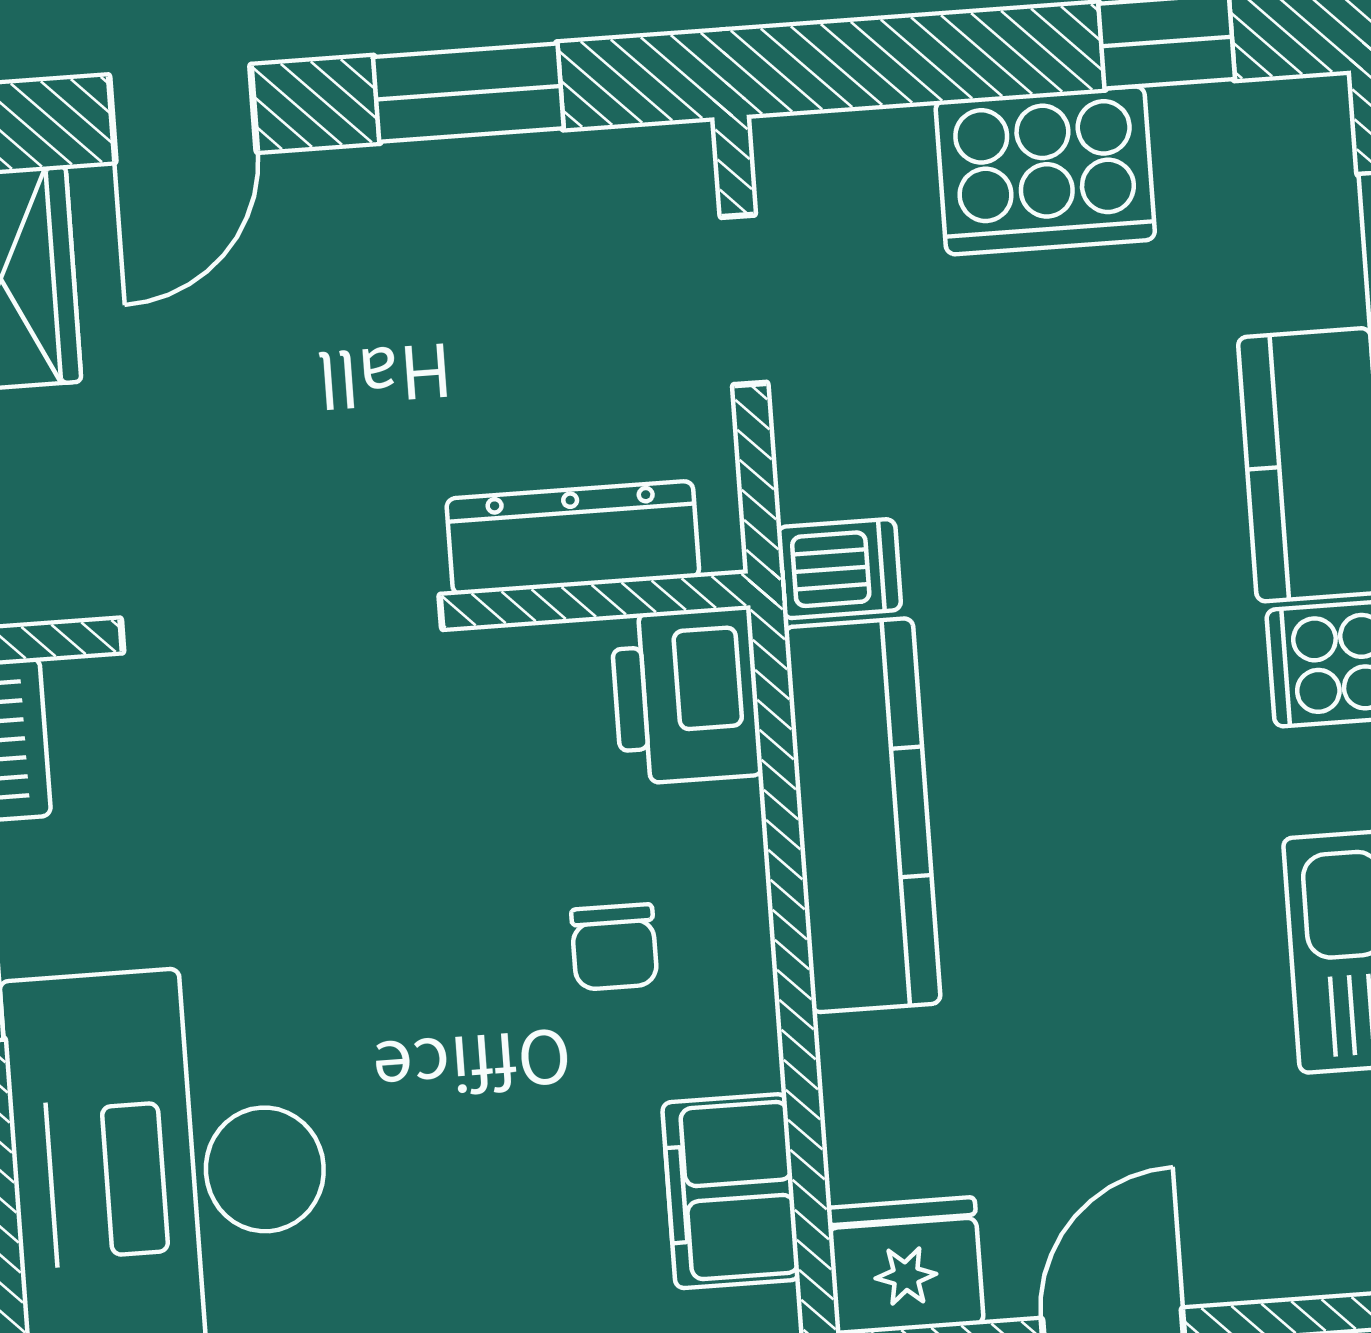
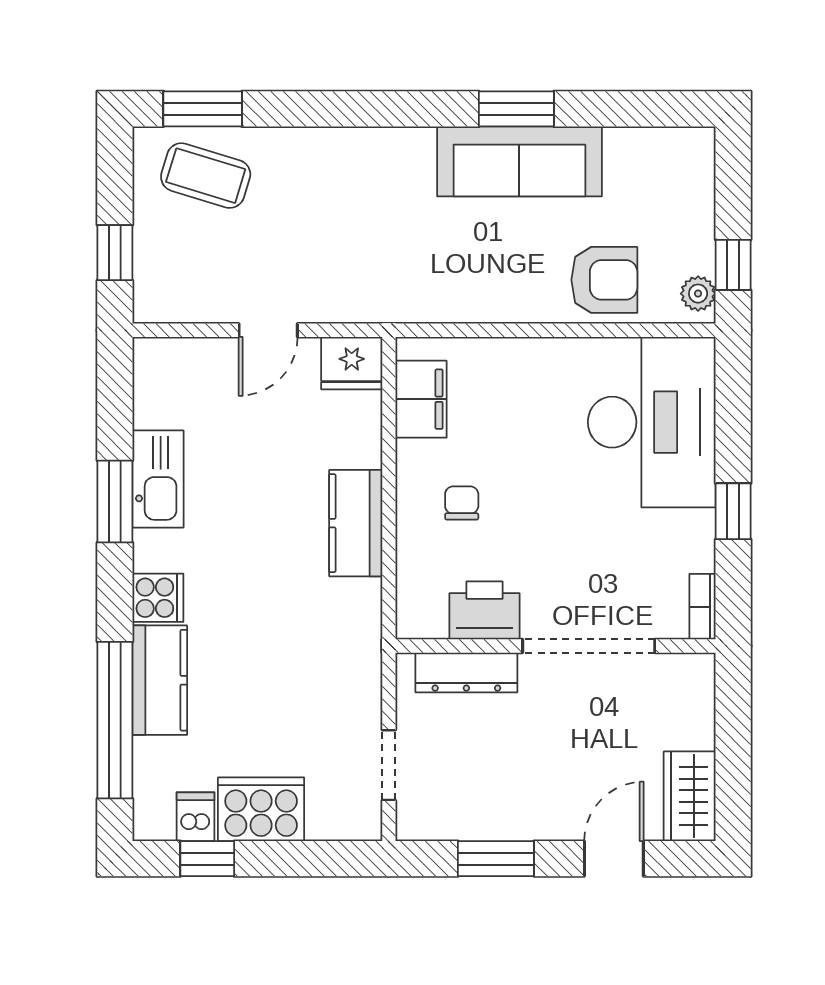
dishwasher: (839, 569) -> (196, 817), moved, turned 90
printer: (686, 695) -> (484, 610), moved, turned -90
kitchen counter: (862, 815) -> (356, 523), width x0.67

